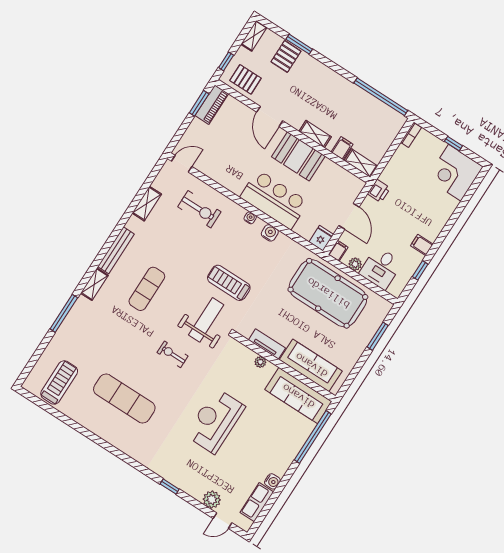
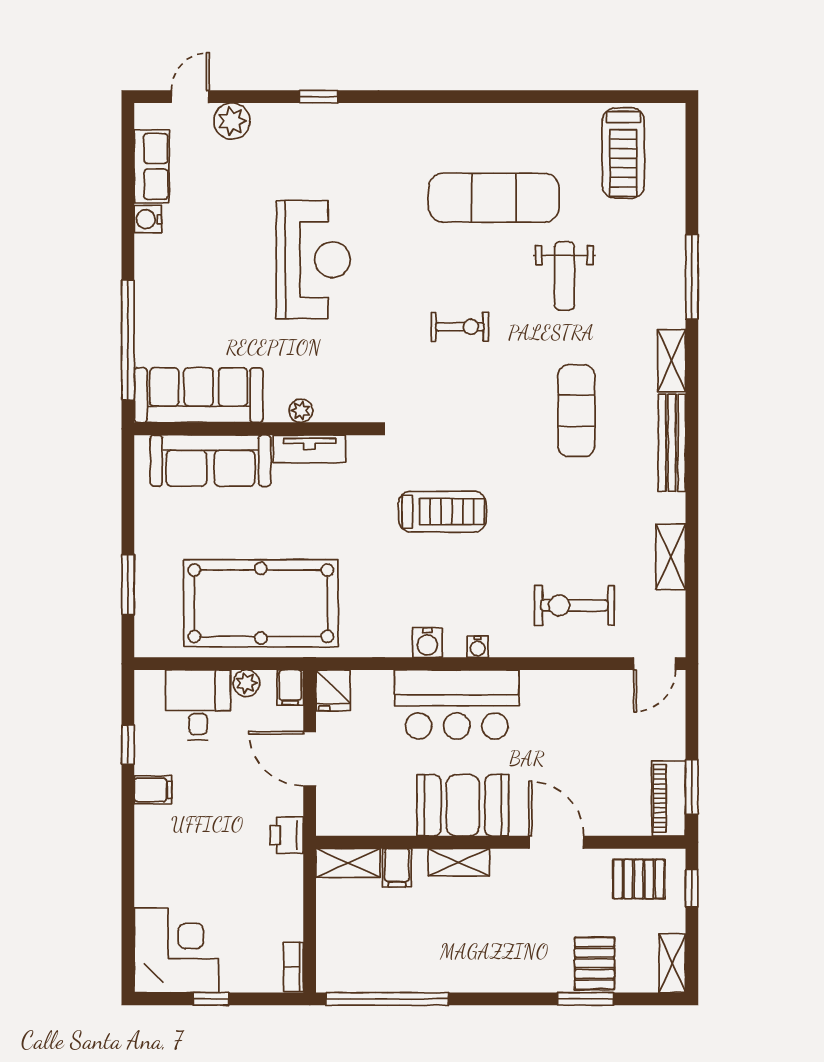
weight bench: (206, 320) -> (564, 276), moved, width x0.73, depth x0.75

